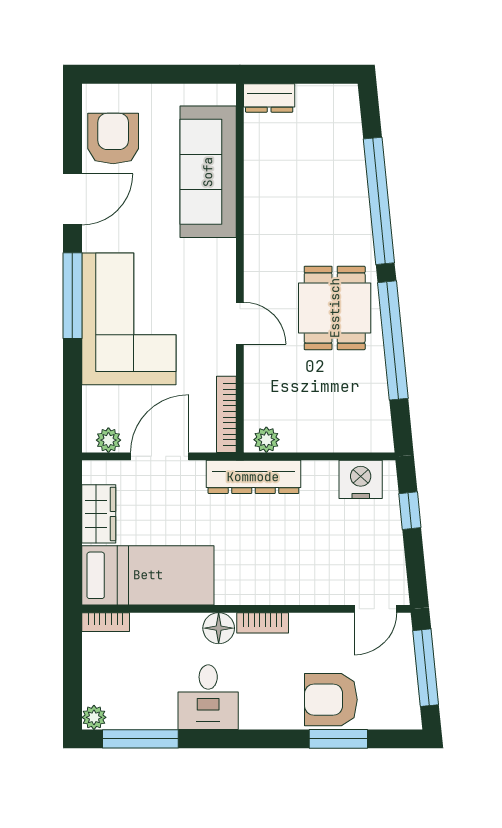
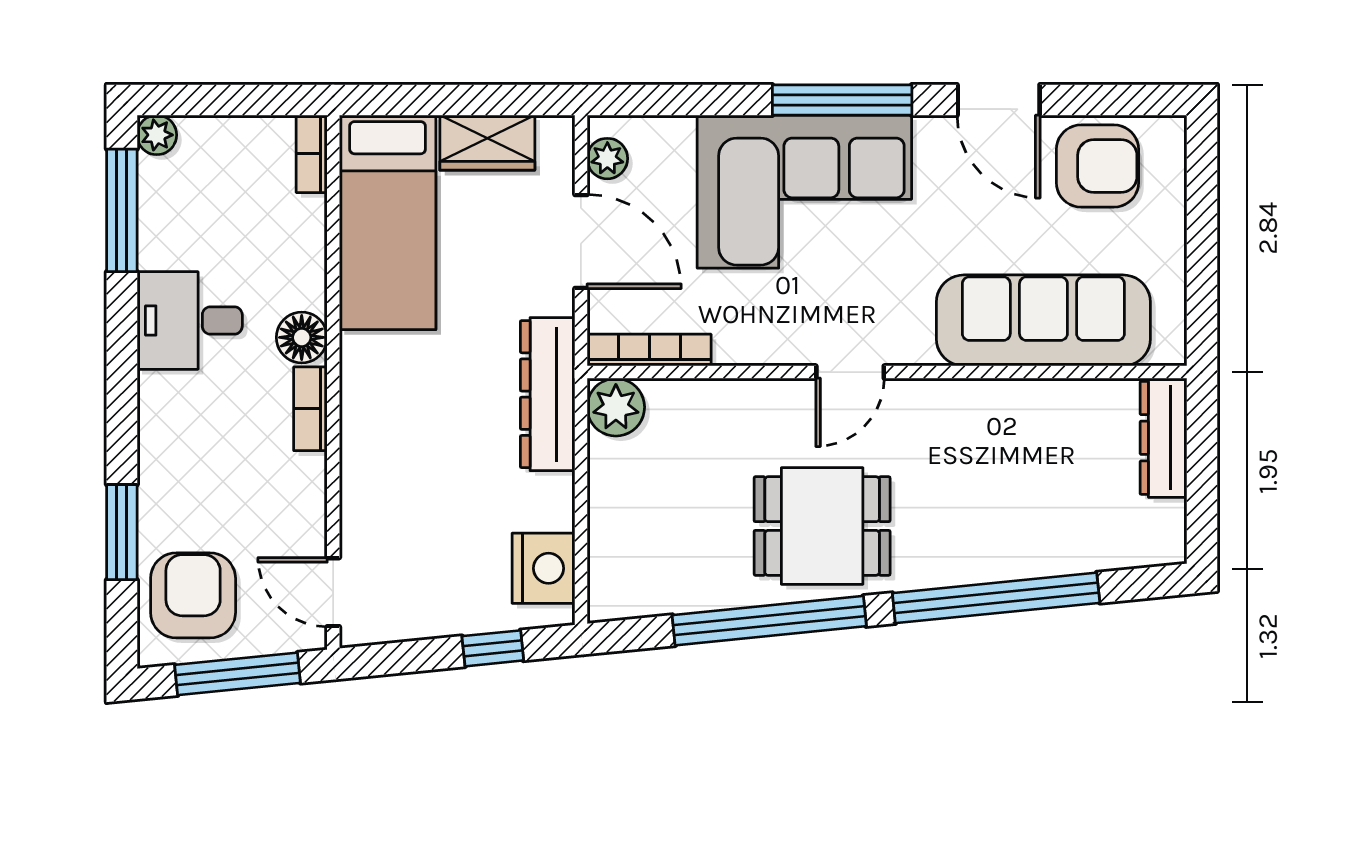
dresser: (269, 98) -> (1163, 438), width x1.44
door: (240, 323) -> (850, 372), moved
plant: (266, 440) -> (616, 407), width x1.38, depth x1.38
armchair: (331, 700) -> (193, 595), moved

